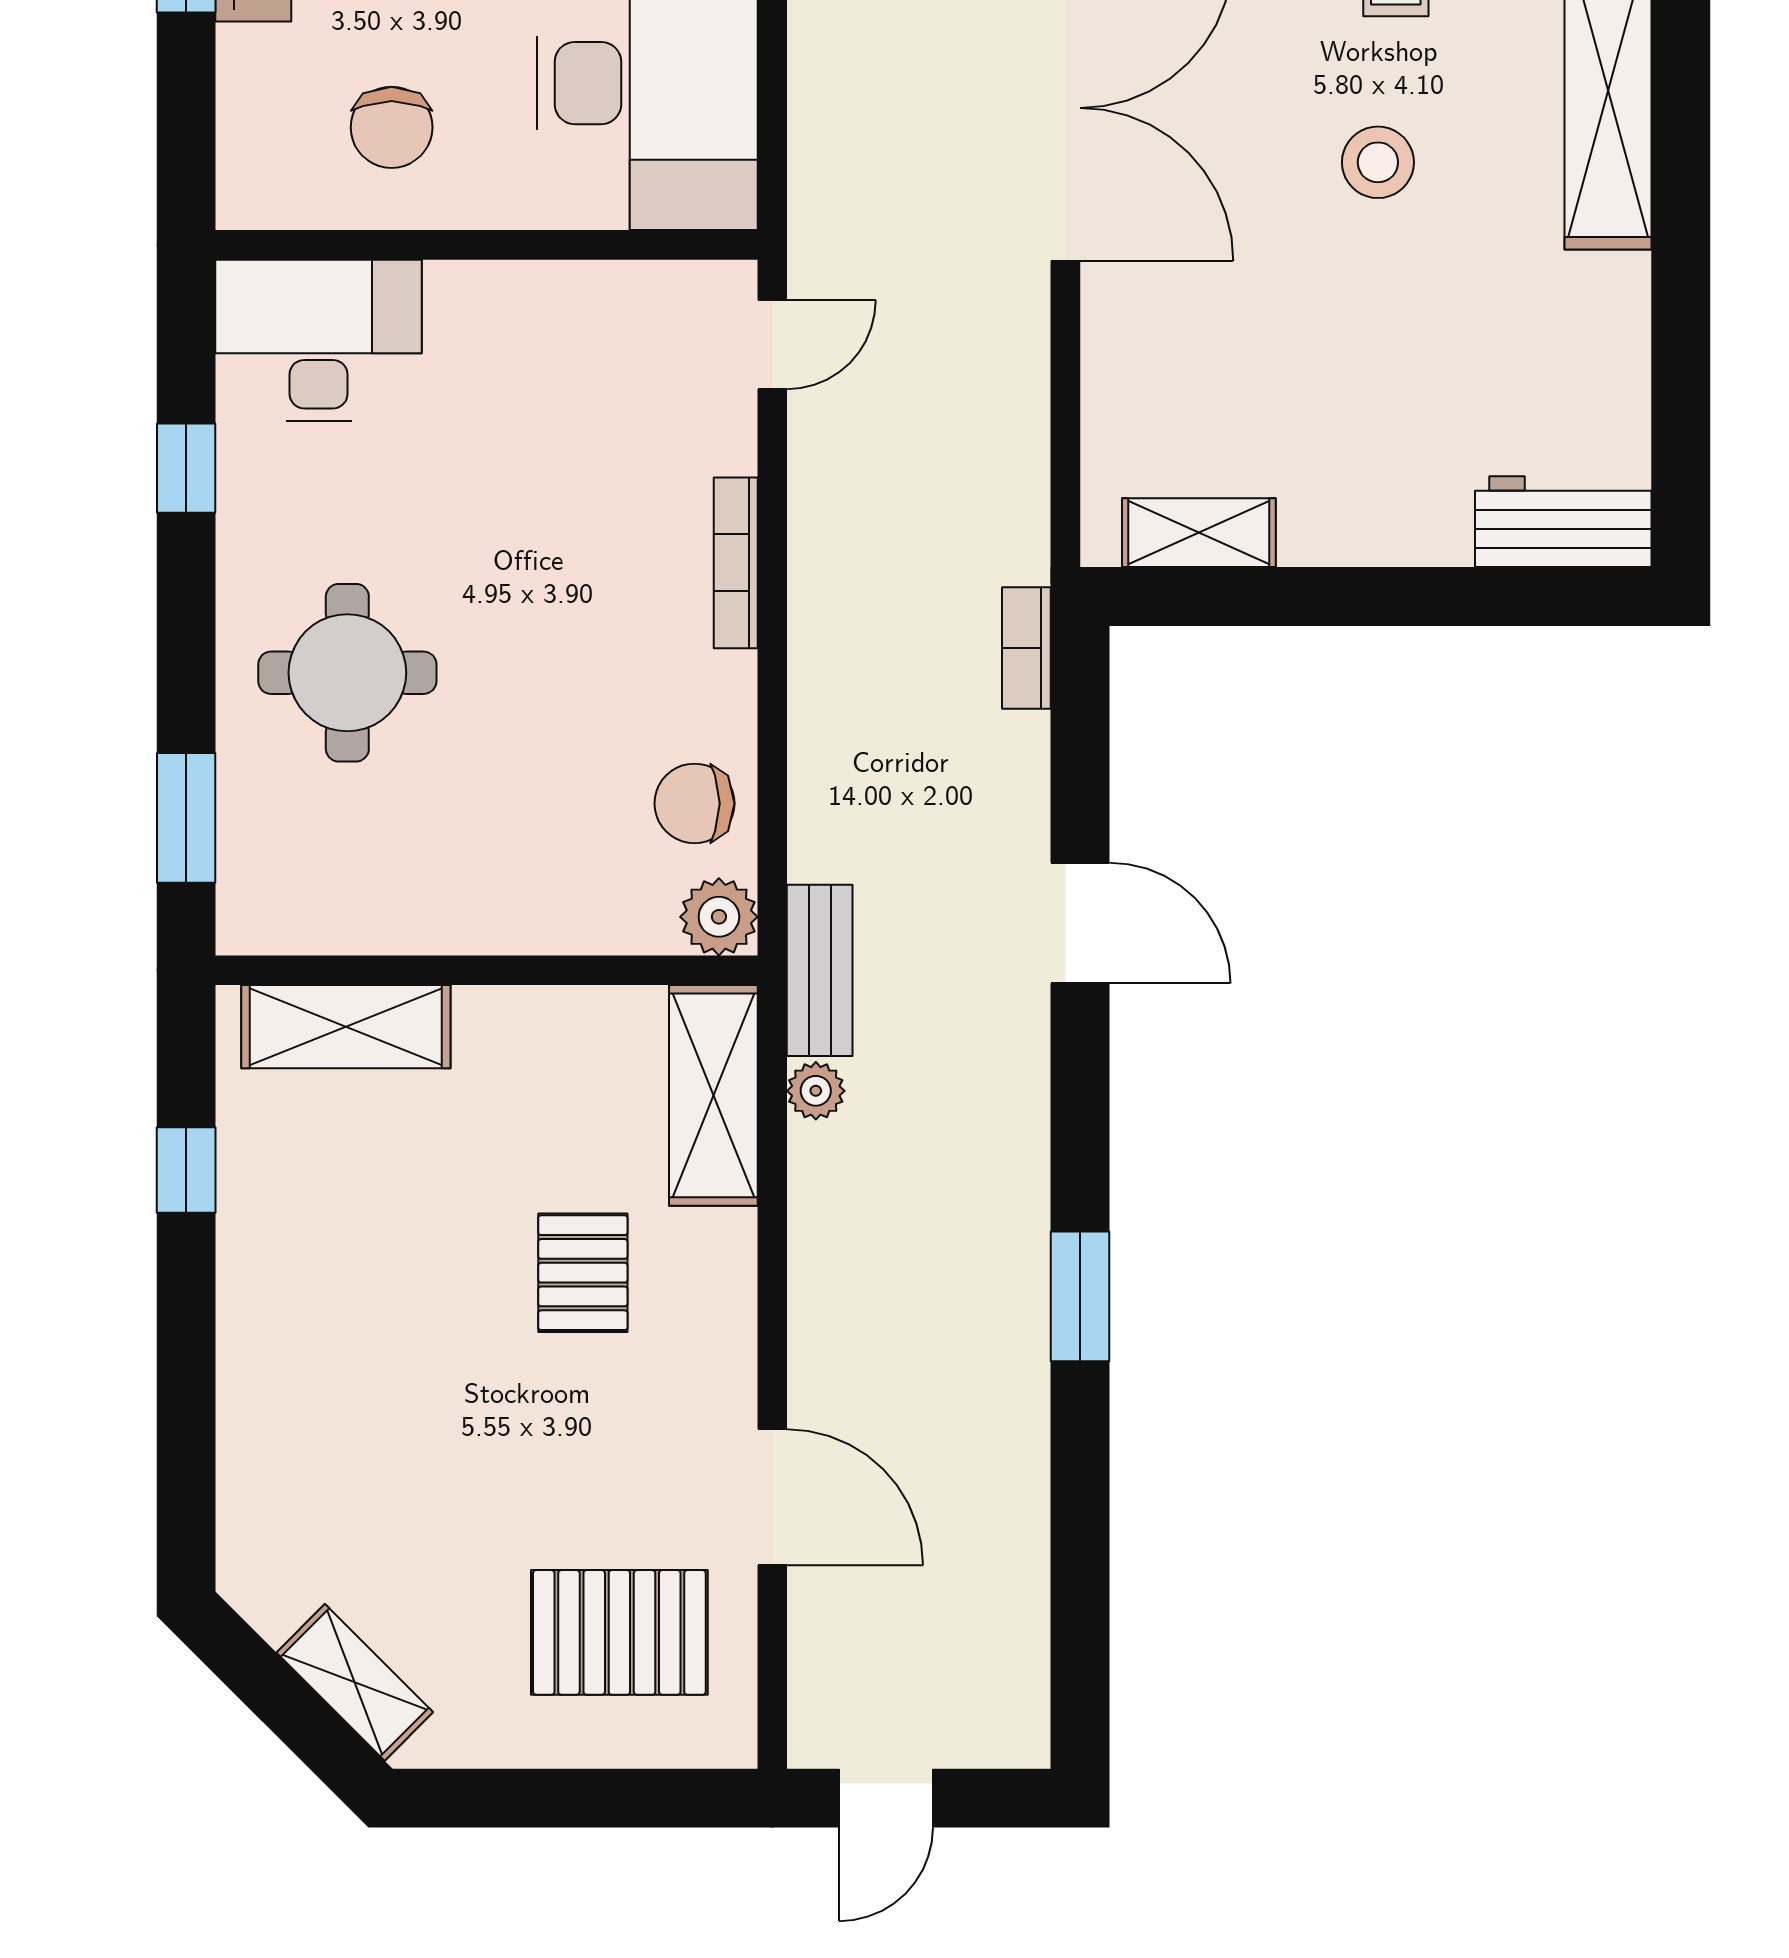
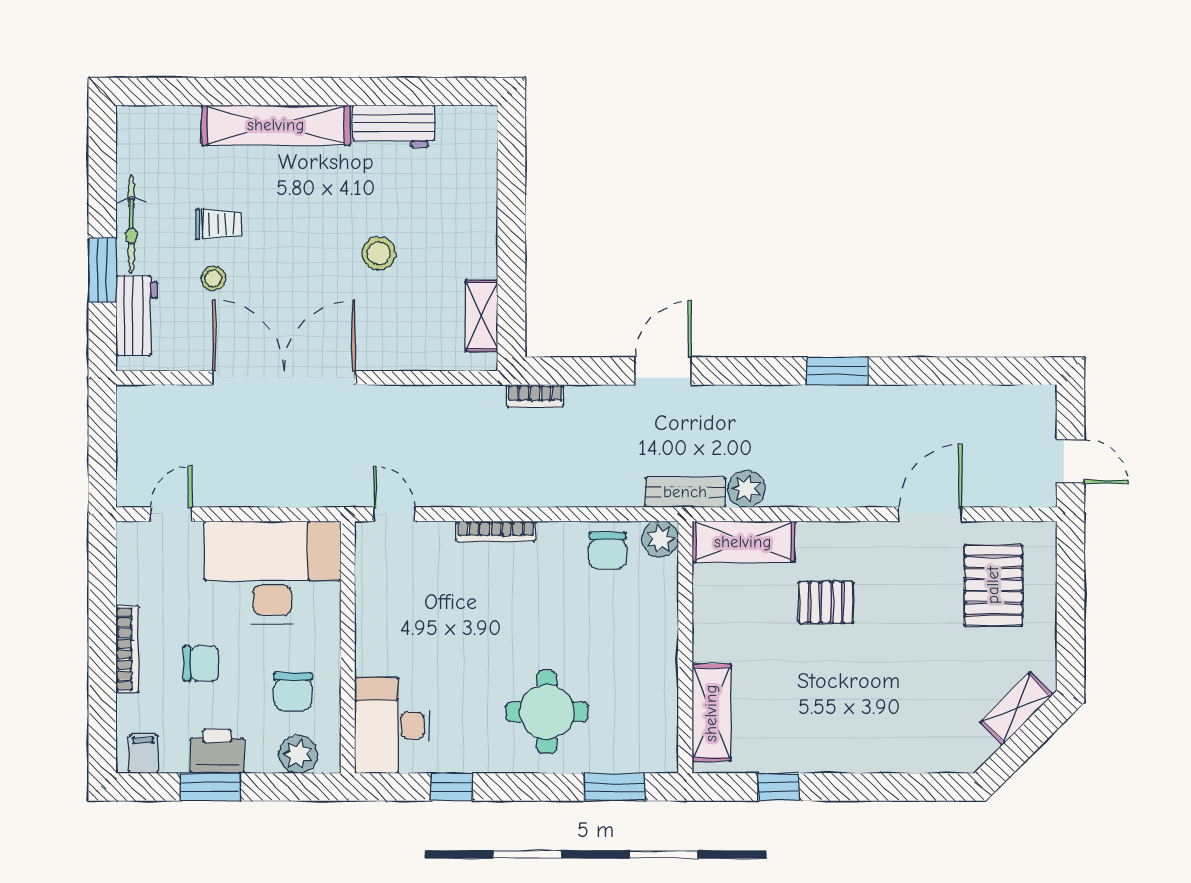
chair: (392, 127) -> (293, 691), turned 90
plant: (256, 138) -> (298, 754), added
stool: (1378, 162) -> (379, 253), moved
workbench: (1563, 522) -> (394, 126), moved, turned -90
plant: (816, 1091) -> (746, 489), width x1.38, depth x1.38

